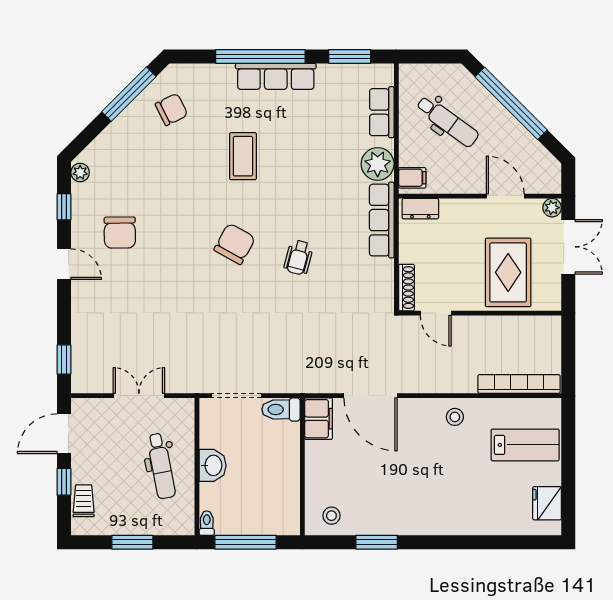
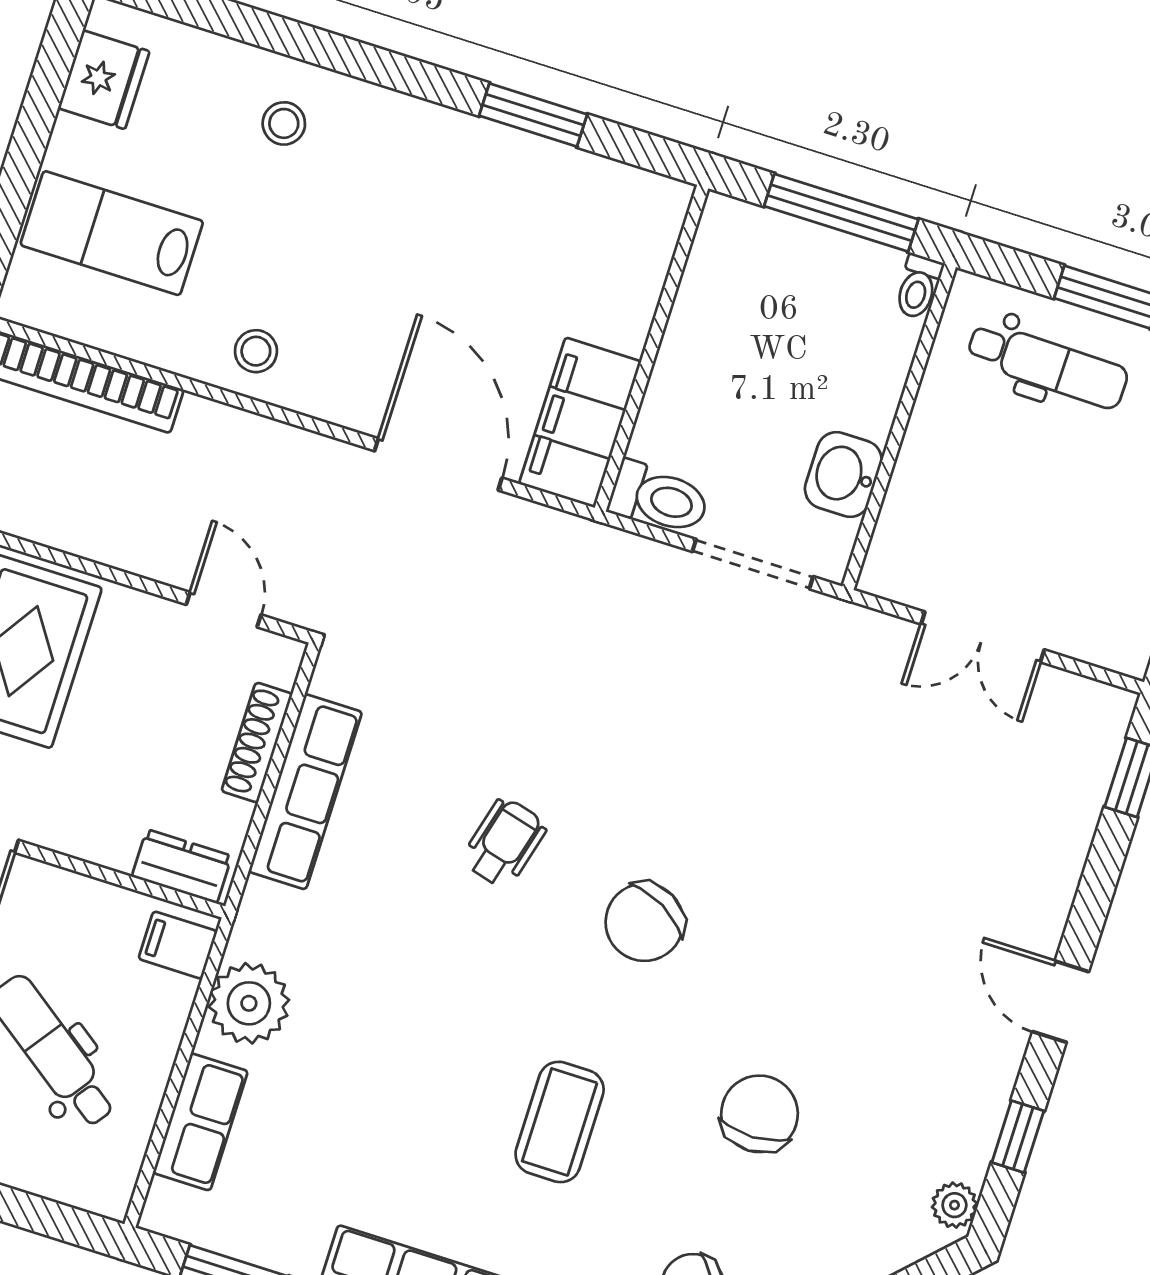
row of seats: (382, 220) -> (305, 792), moved
chair: (120, 233) -> (759, 1114), moved
shoe rack: (406, 288) -> (257, 743), moved
filing cabinet: (319, 419) -> (580, 423), width x1.50, depth x1.17
washbasin: (213, 465) -> (843, 474), moved
dental chair: (161, 466) -> (1047, 365), moved, turned 102
stool: (331, 516) -> (284, 123), moved

